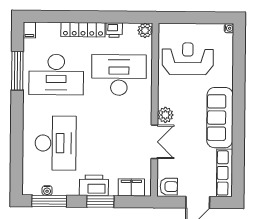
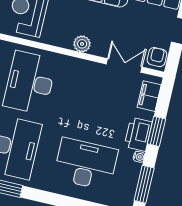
double door: (154, 142) -> (124, 65), moved
water cooler: (47, 190) -> (139, 157), moved

